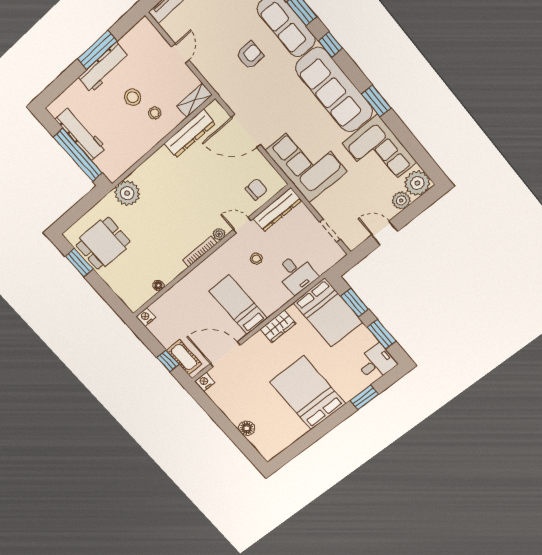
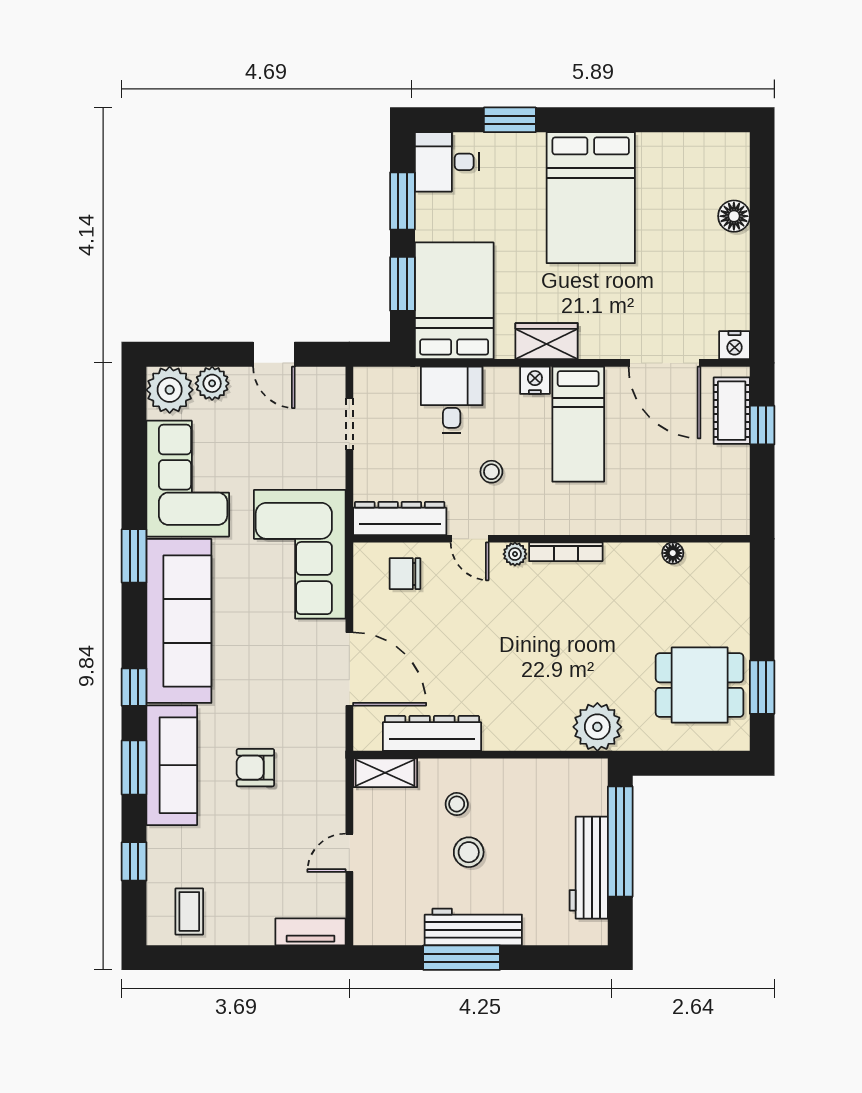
nightstand: (146, 317) -> (535, 380), moved, turned 180

